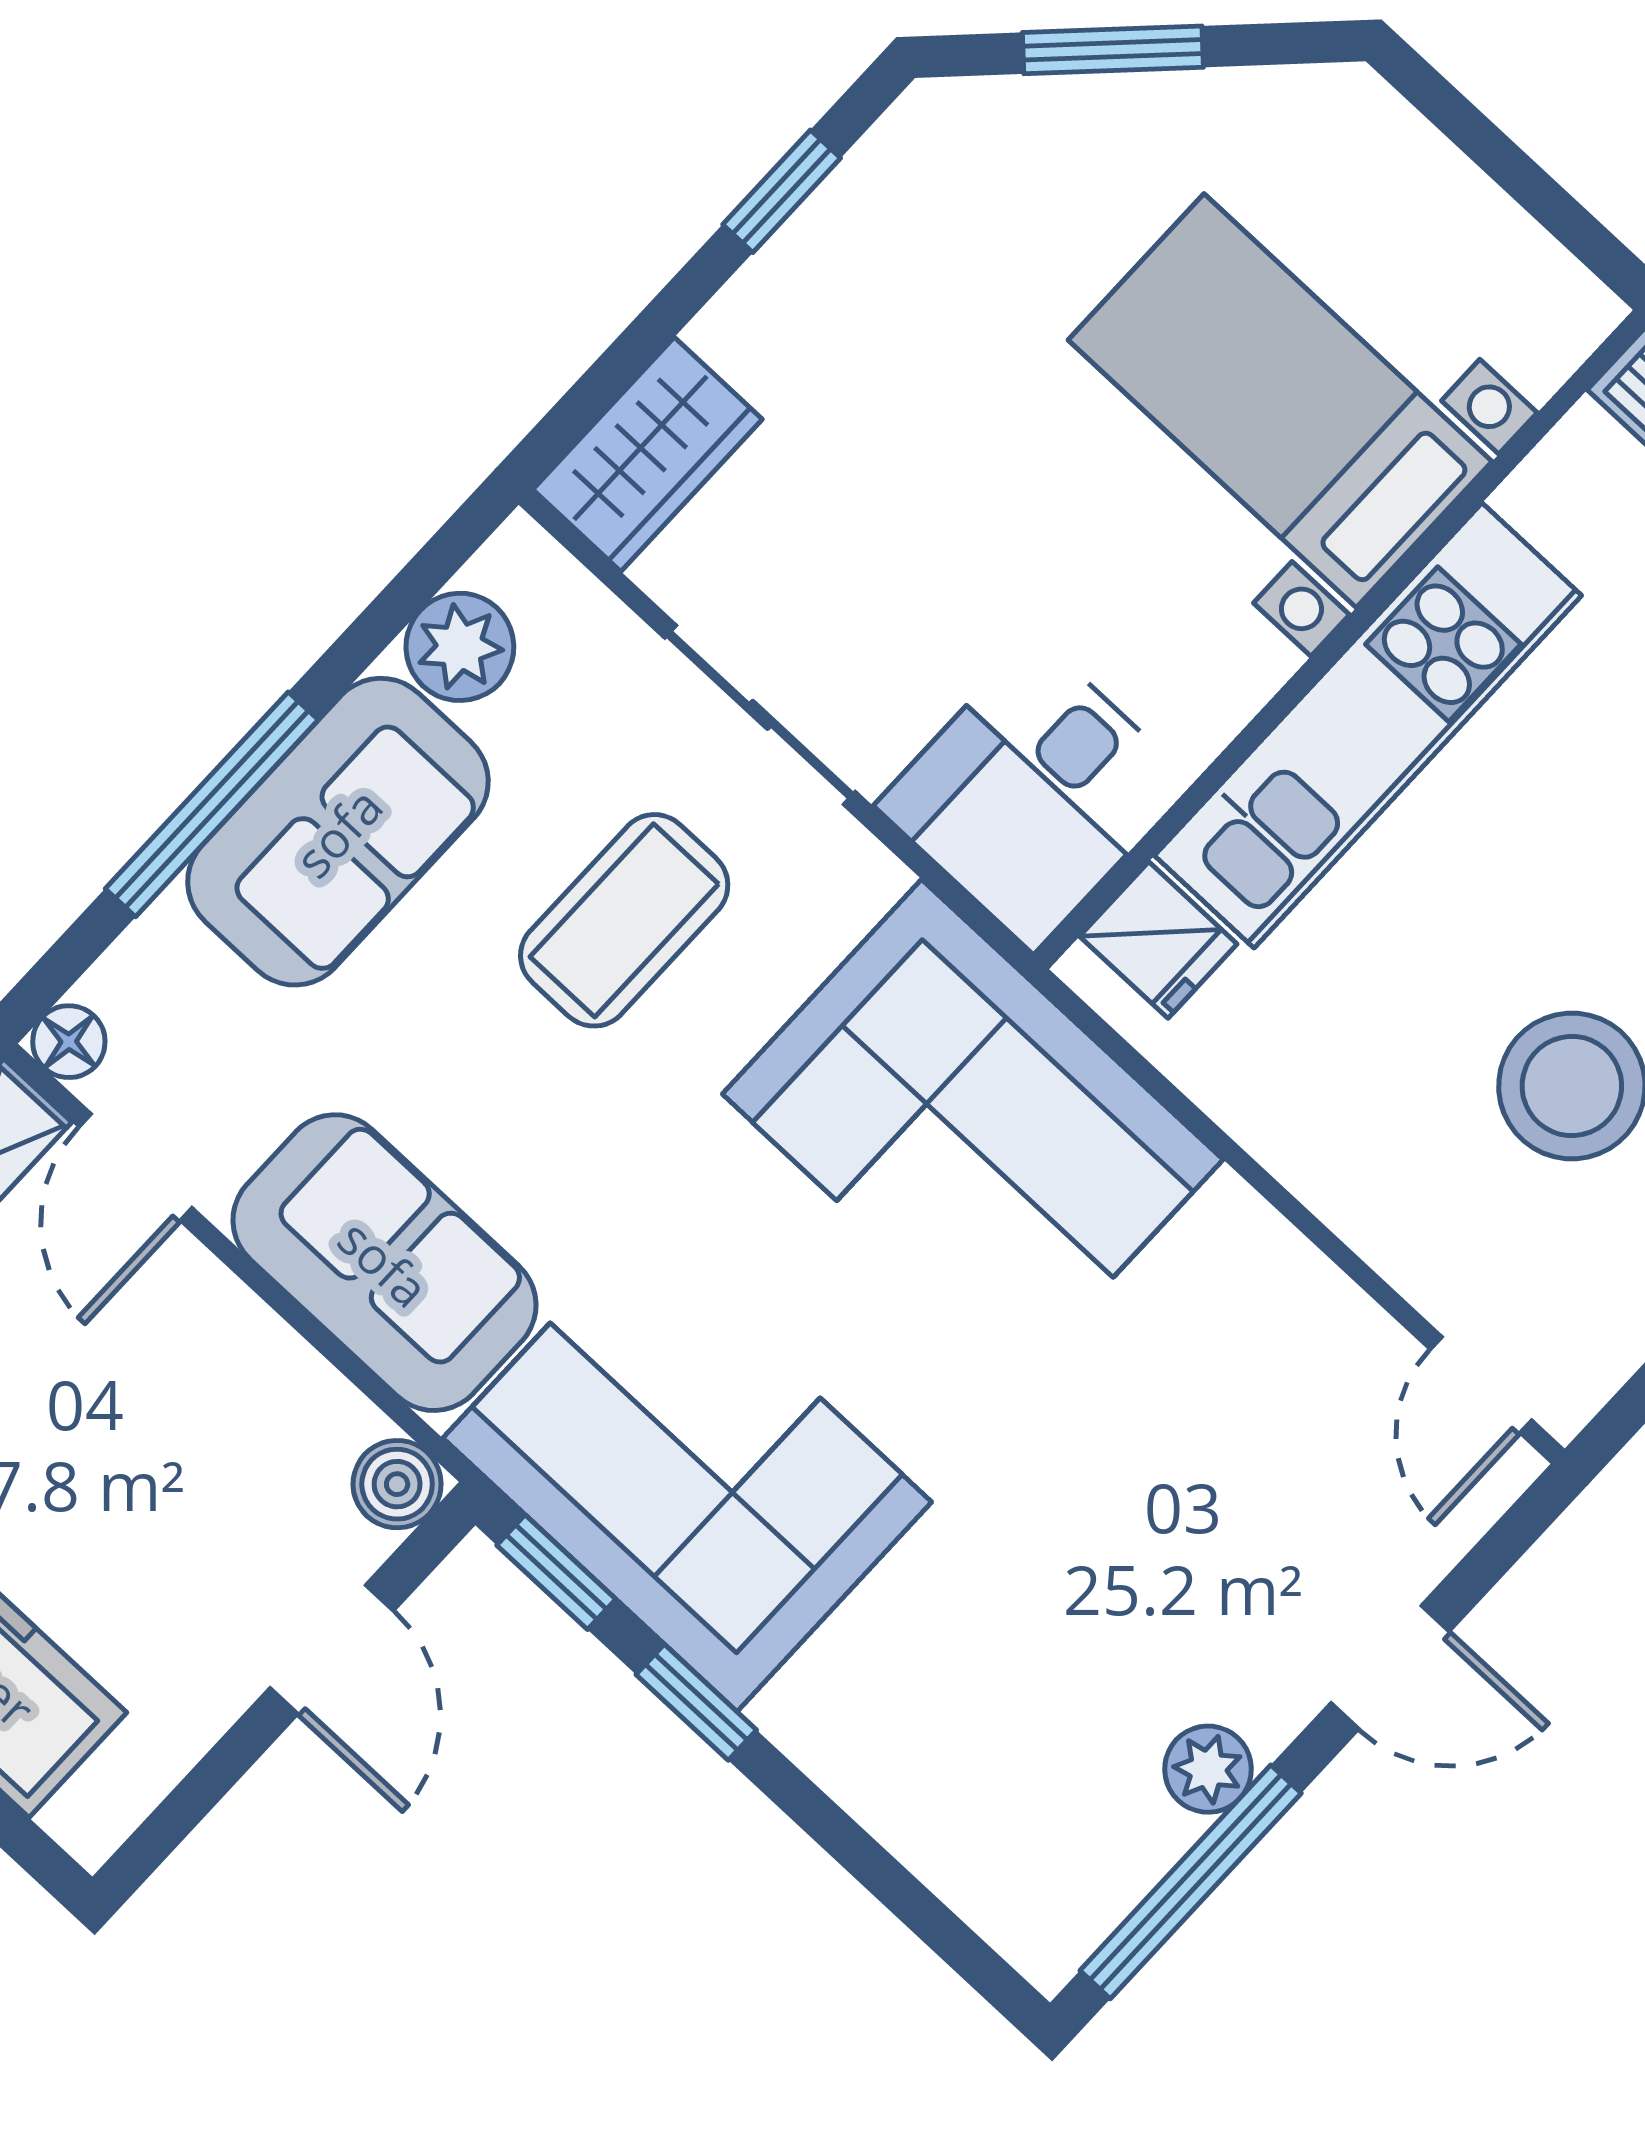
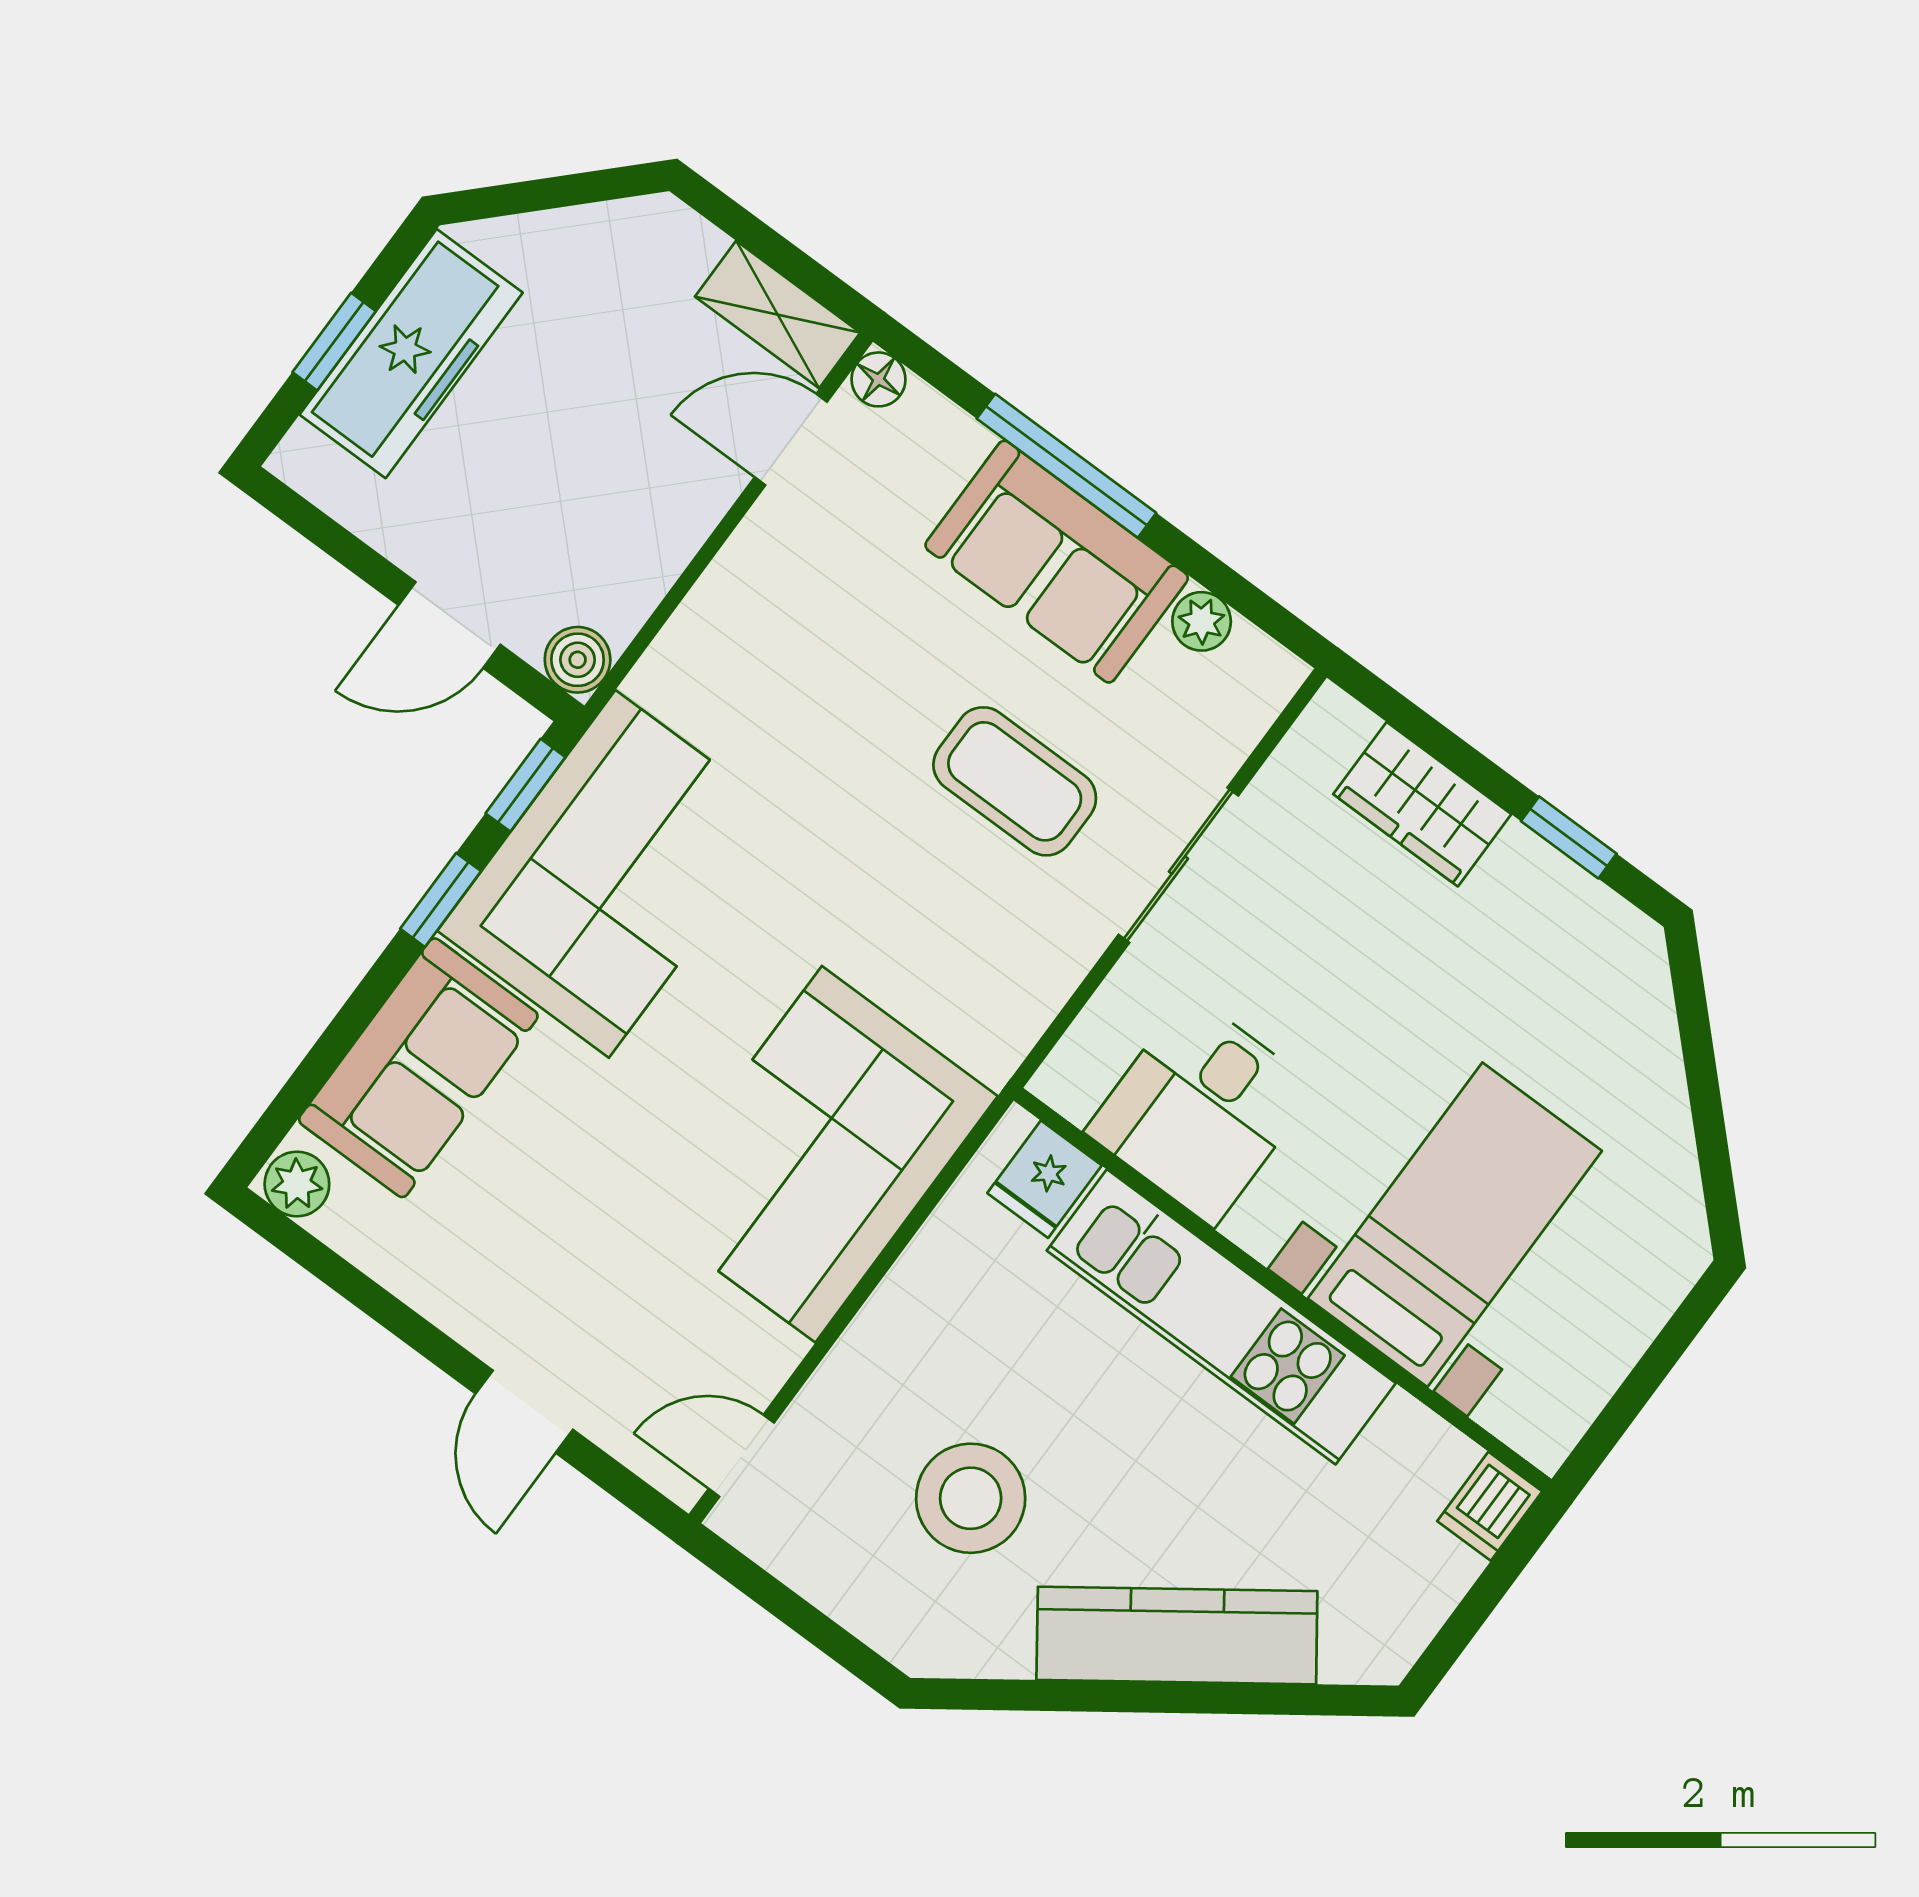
window: (1113, 50) -> (1701, 1071), removed
wardrobe: (648, 454) -> (1422, 804), moved
plant: (460, 647) -> (1202, 621), width x0.73, depth x0.73
desk: (1034, 794) -> (1201, 1110), moved, turned -90
corner sofa: (973, 1127) -> (819, 1154), moved
sofa: (384, 1263) -> (418, 1068), moved
plant: (1208, 1769) -> (297, 1184), moved
window: (1191, 1882) -> (349, 1282), removed

